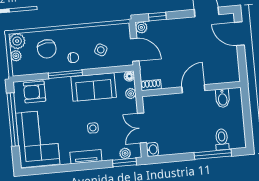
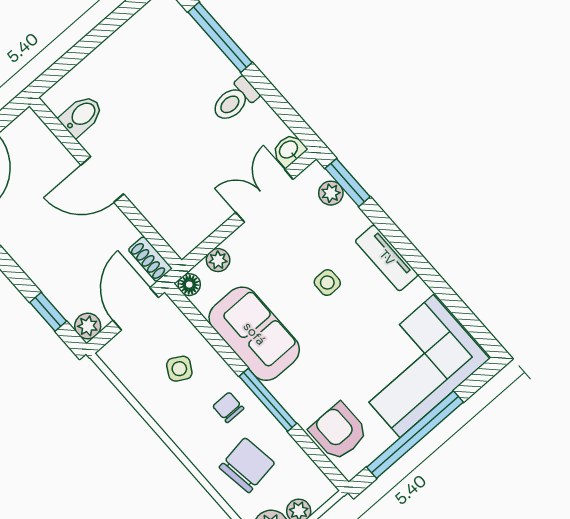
shoe rack: (151, 85) -> (150, 259), moved
wall: (191, 89) -> (105, 183), moved
door: (193, 89) -> (102, 179), moved
armchair: (35, 92) -> (338, 432), turned 180
bidet: (223, 98) -> (81, 116), moved
double door: (142, 128) -> (264, 196), swing flipped
toilet: (222, 139) -> (235, 100), moved

